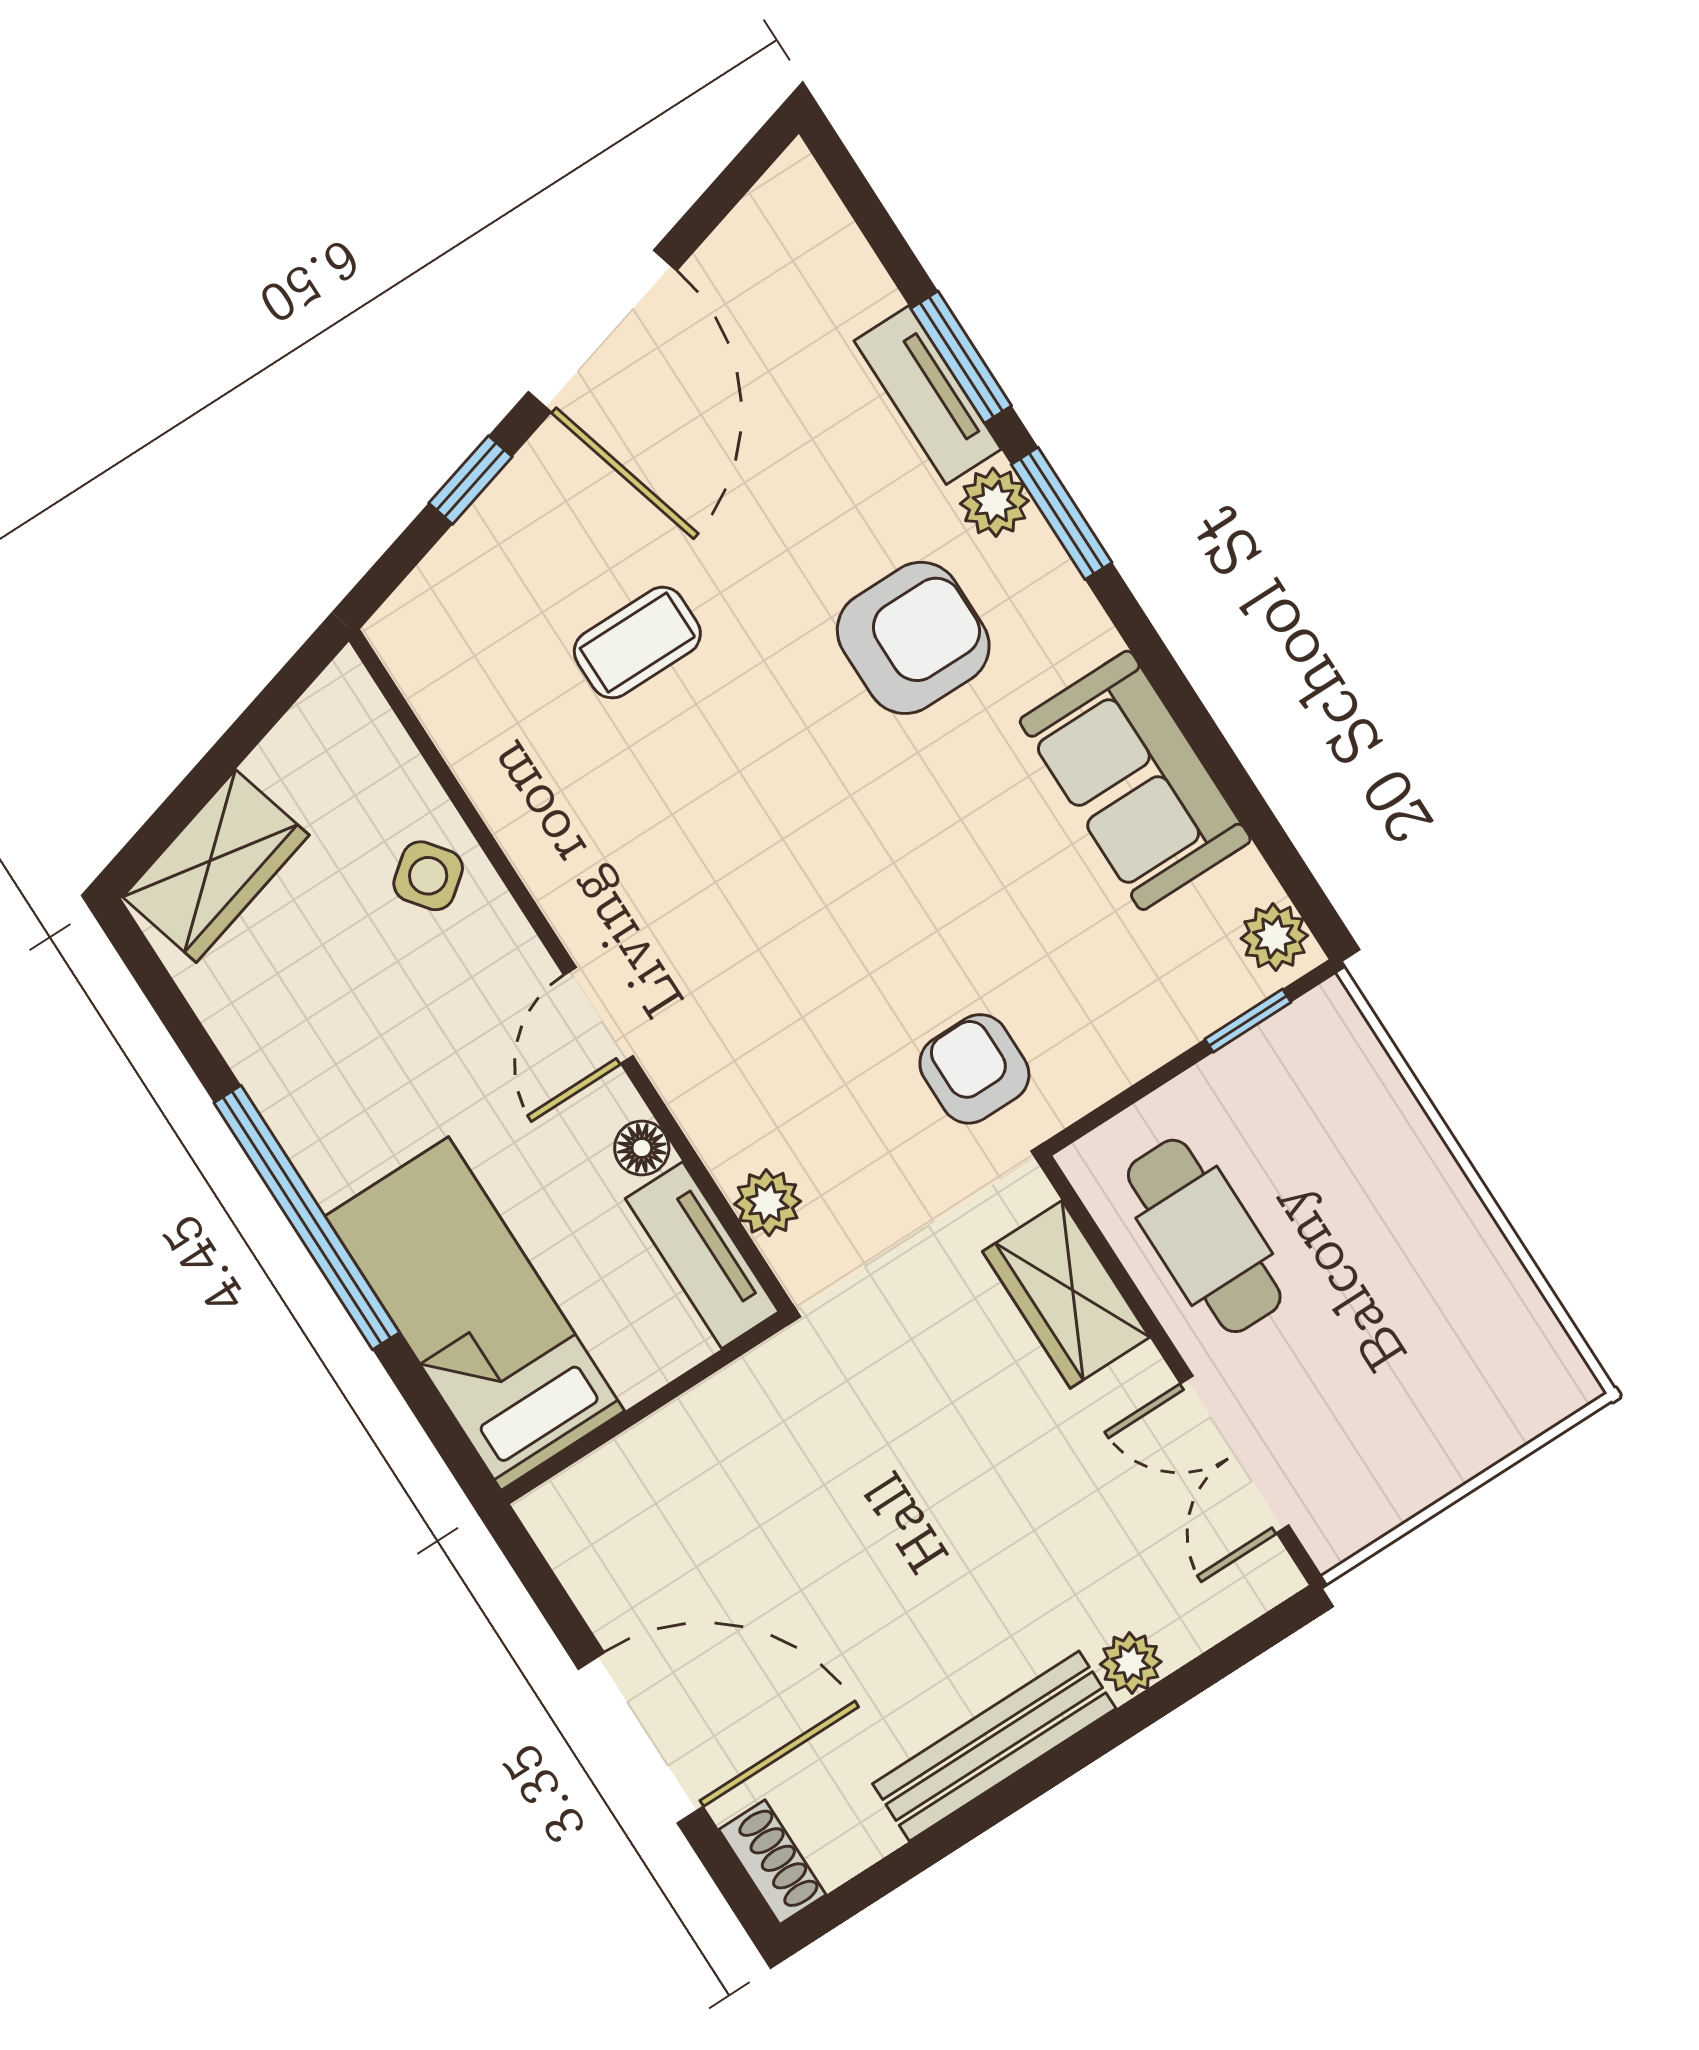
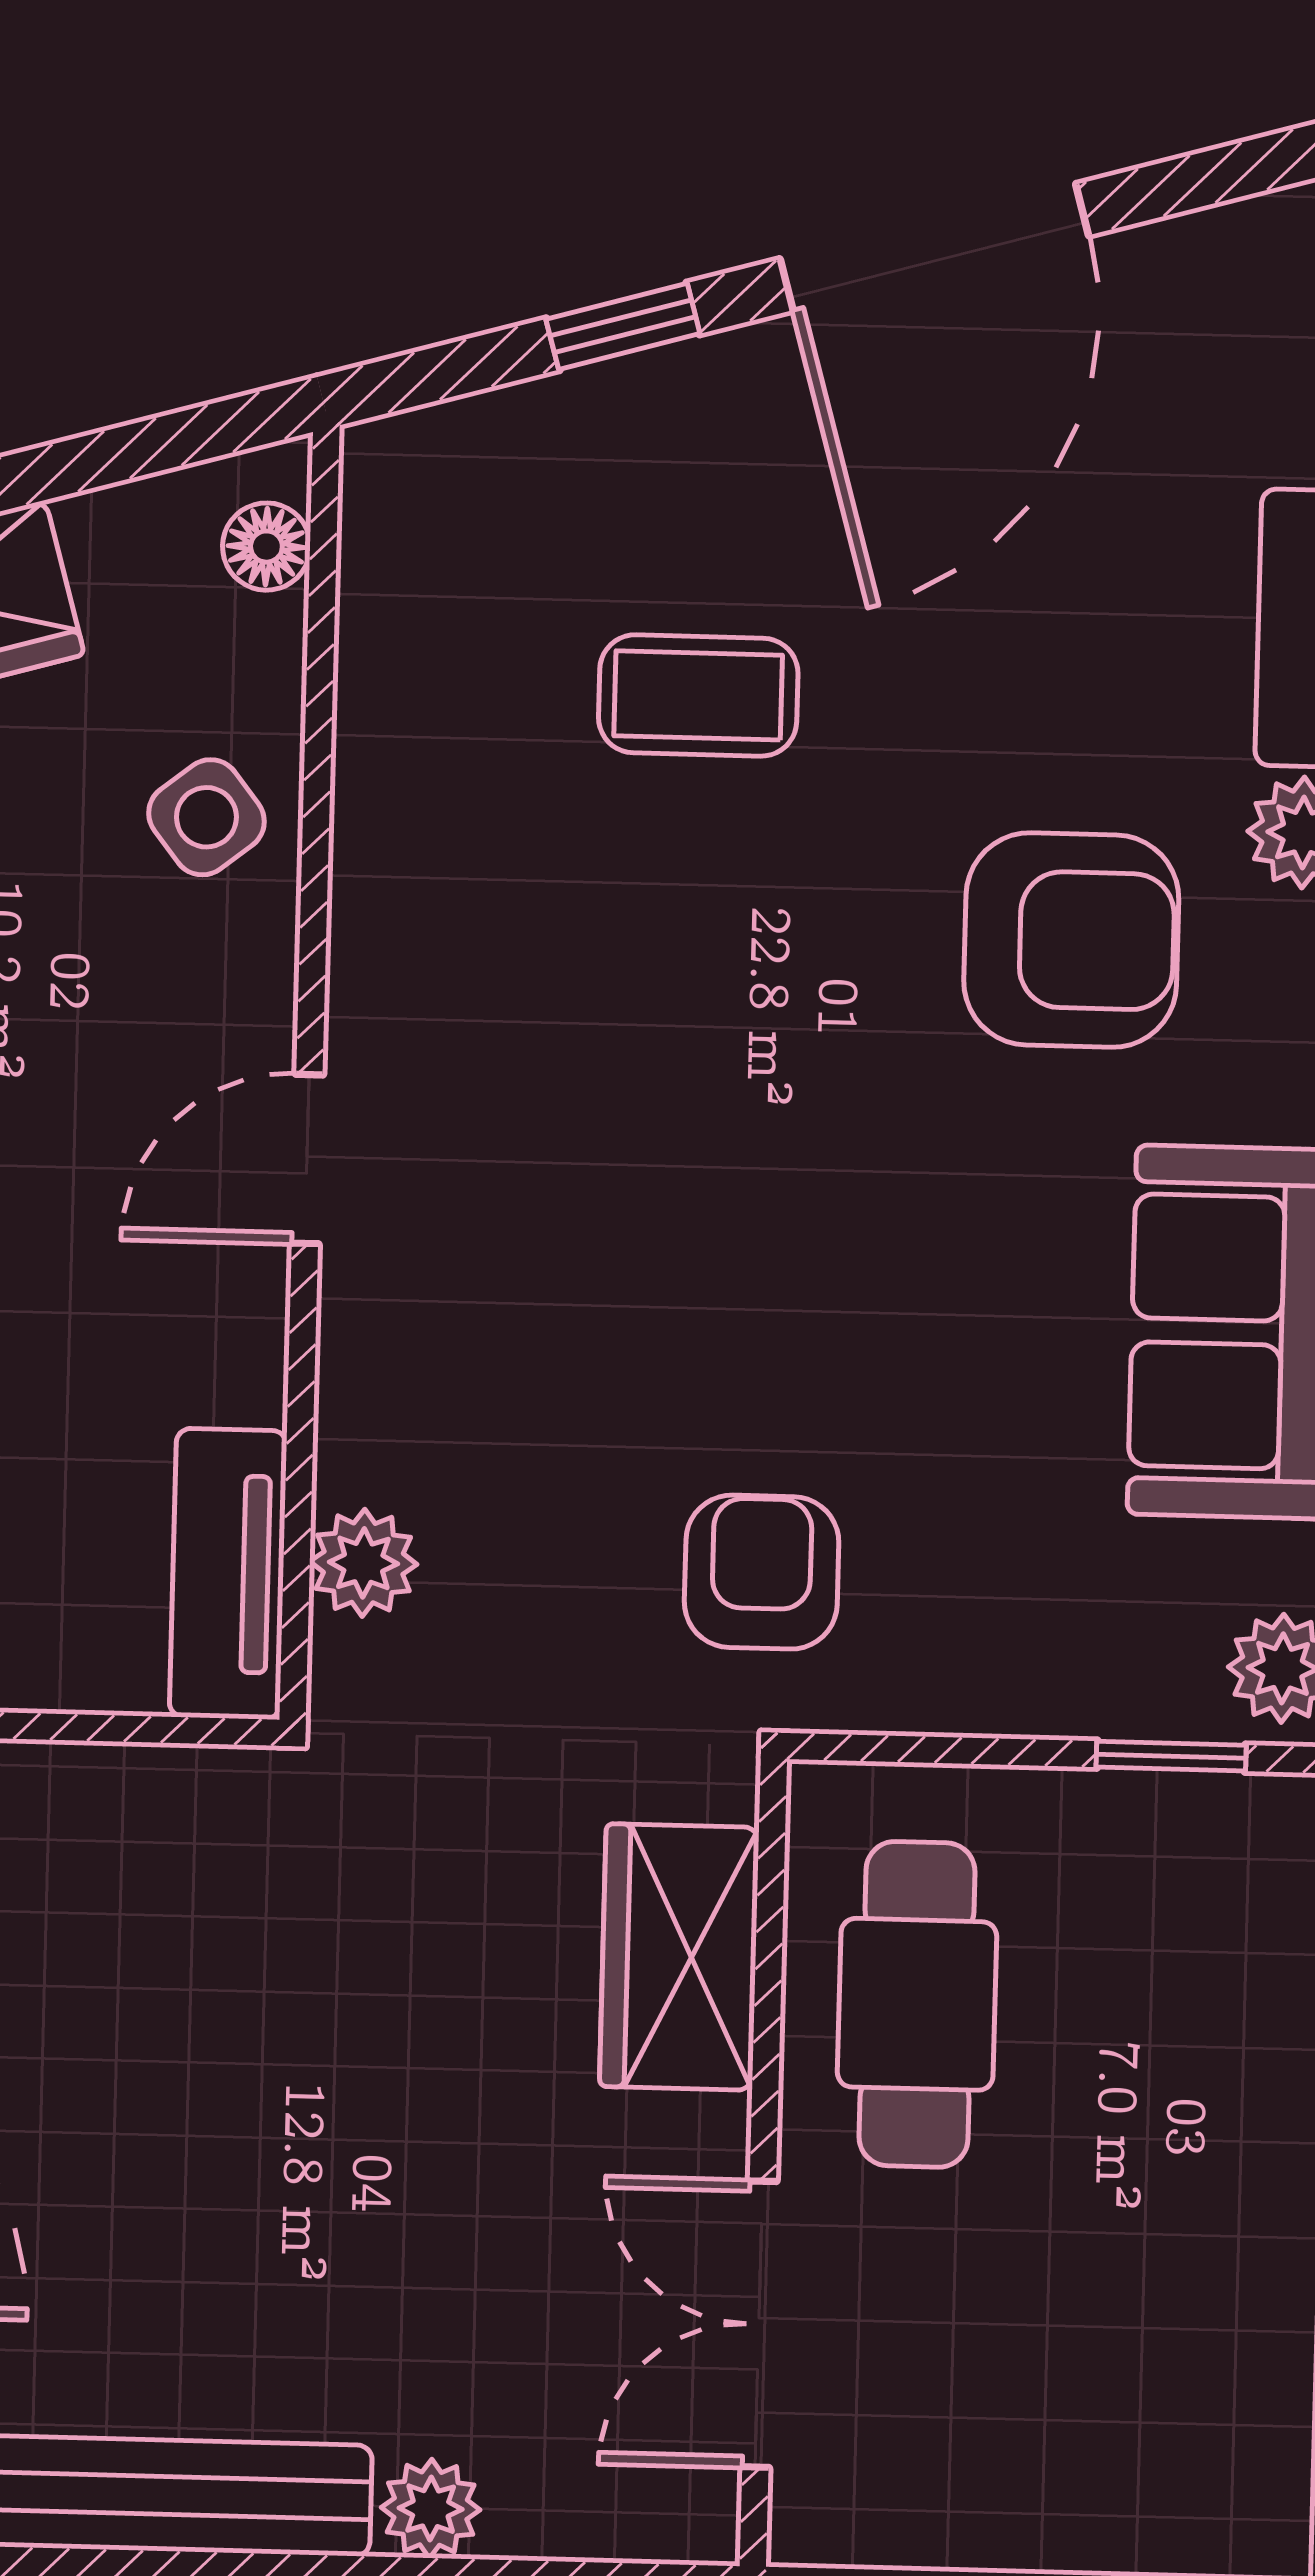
floor lamp: (642, 1148) -> (266, 547), moved

